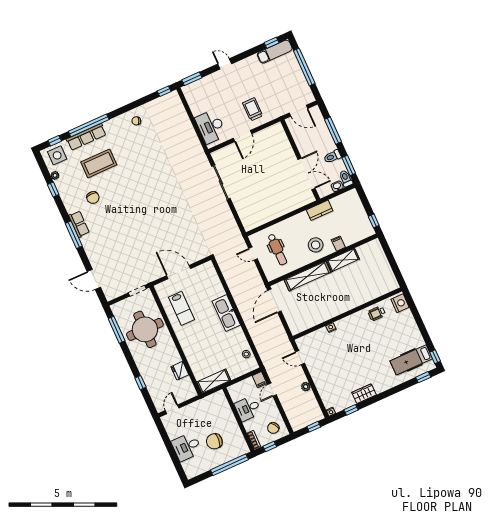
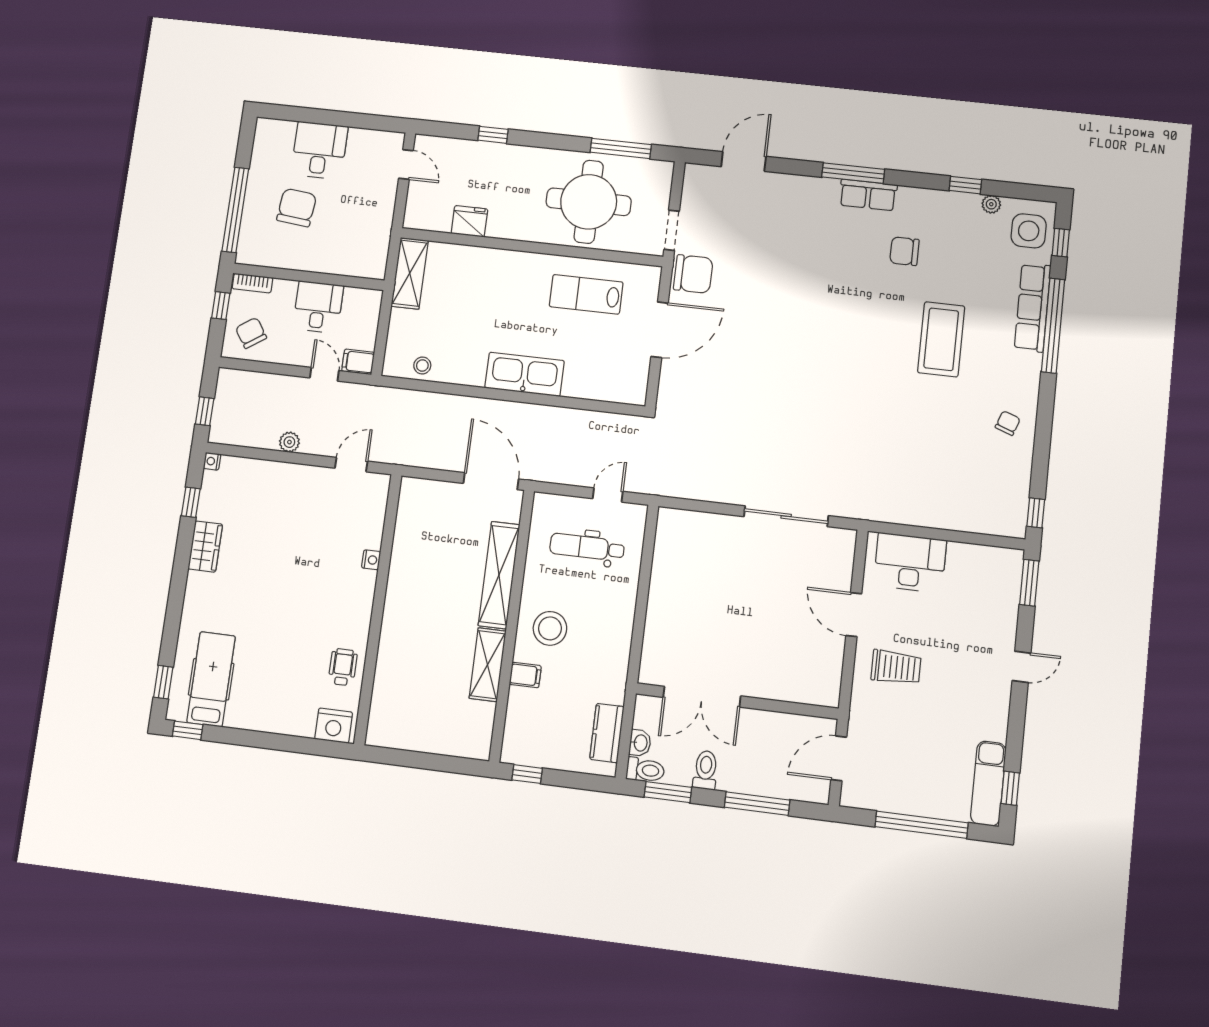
coffee table: (99, 163) -> (941, 339), moved
kitchen counter: (320, 210) -> (607, 733), moved
chair: (149, 272) -> (693, 274), added

